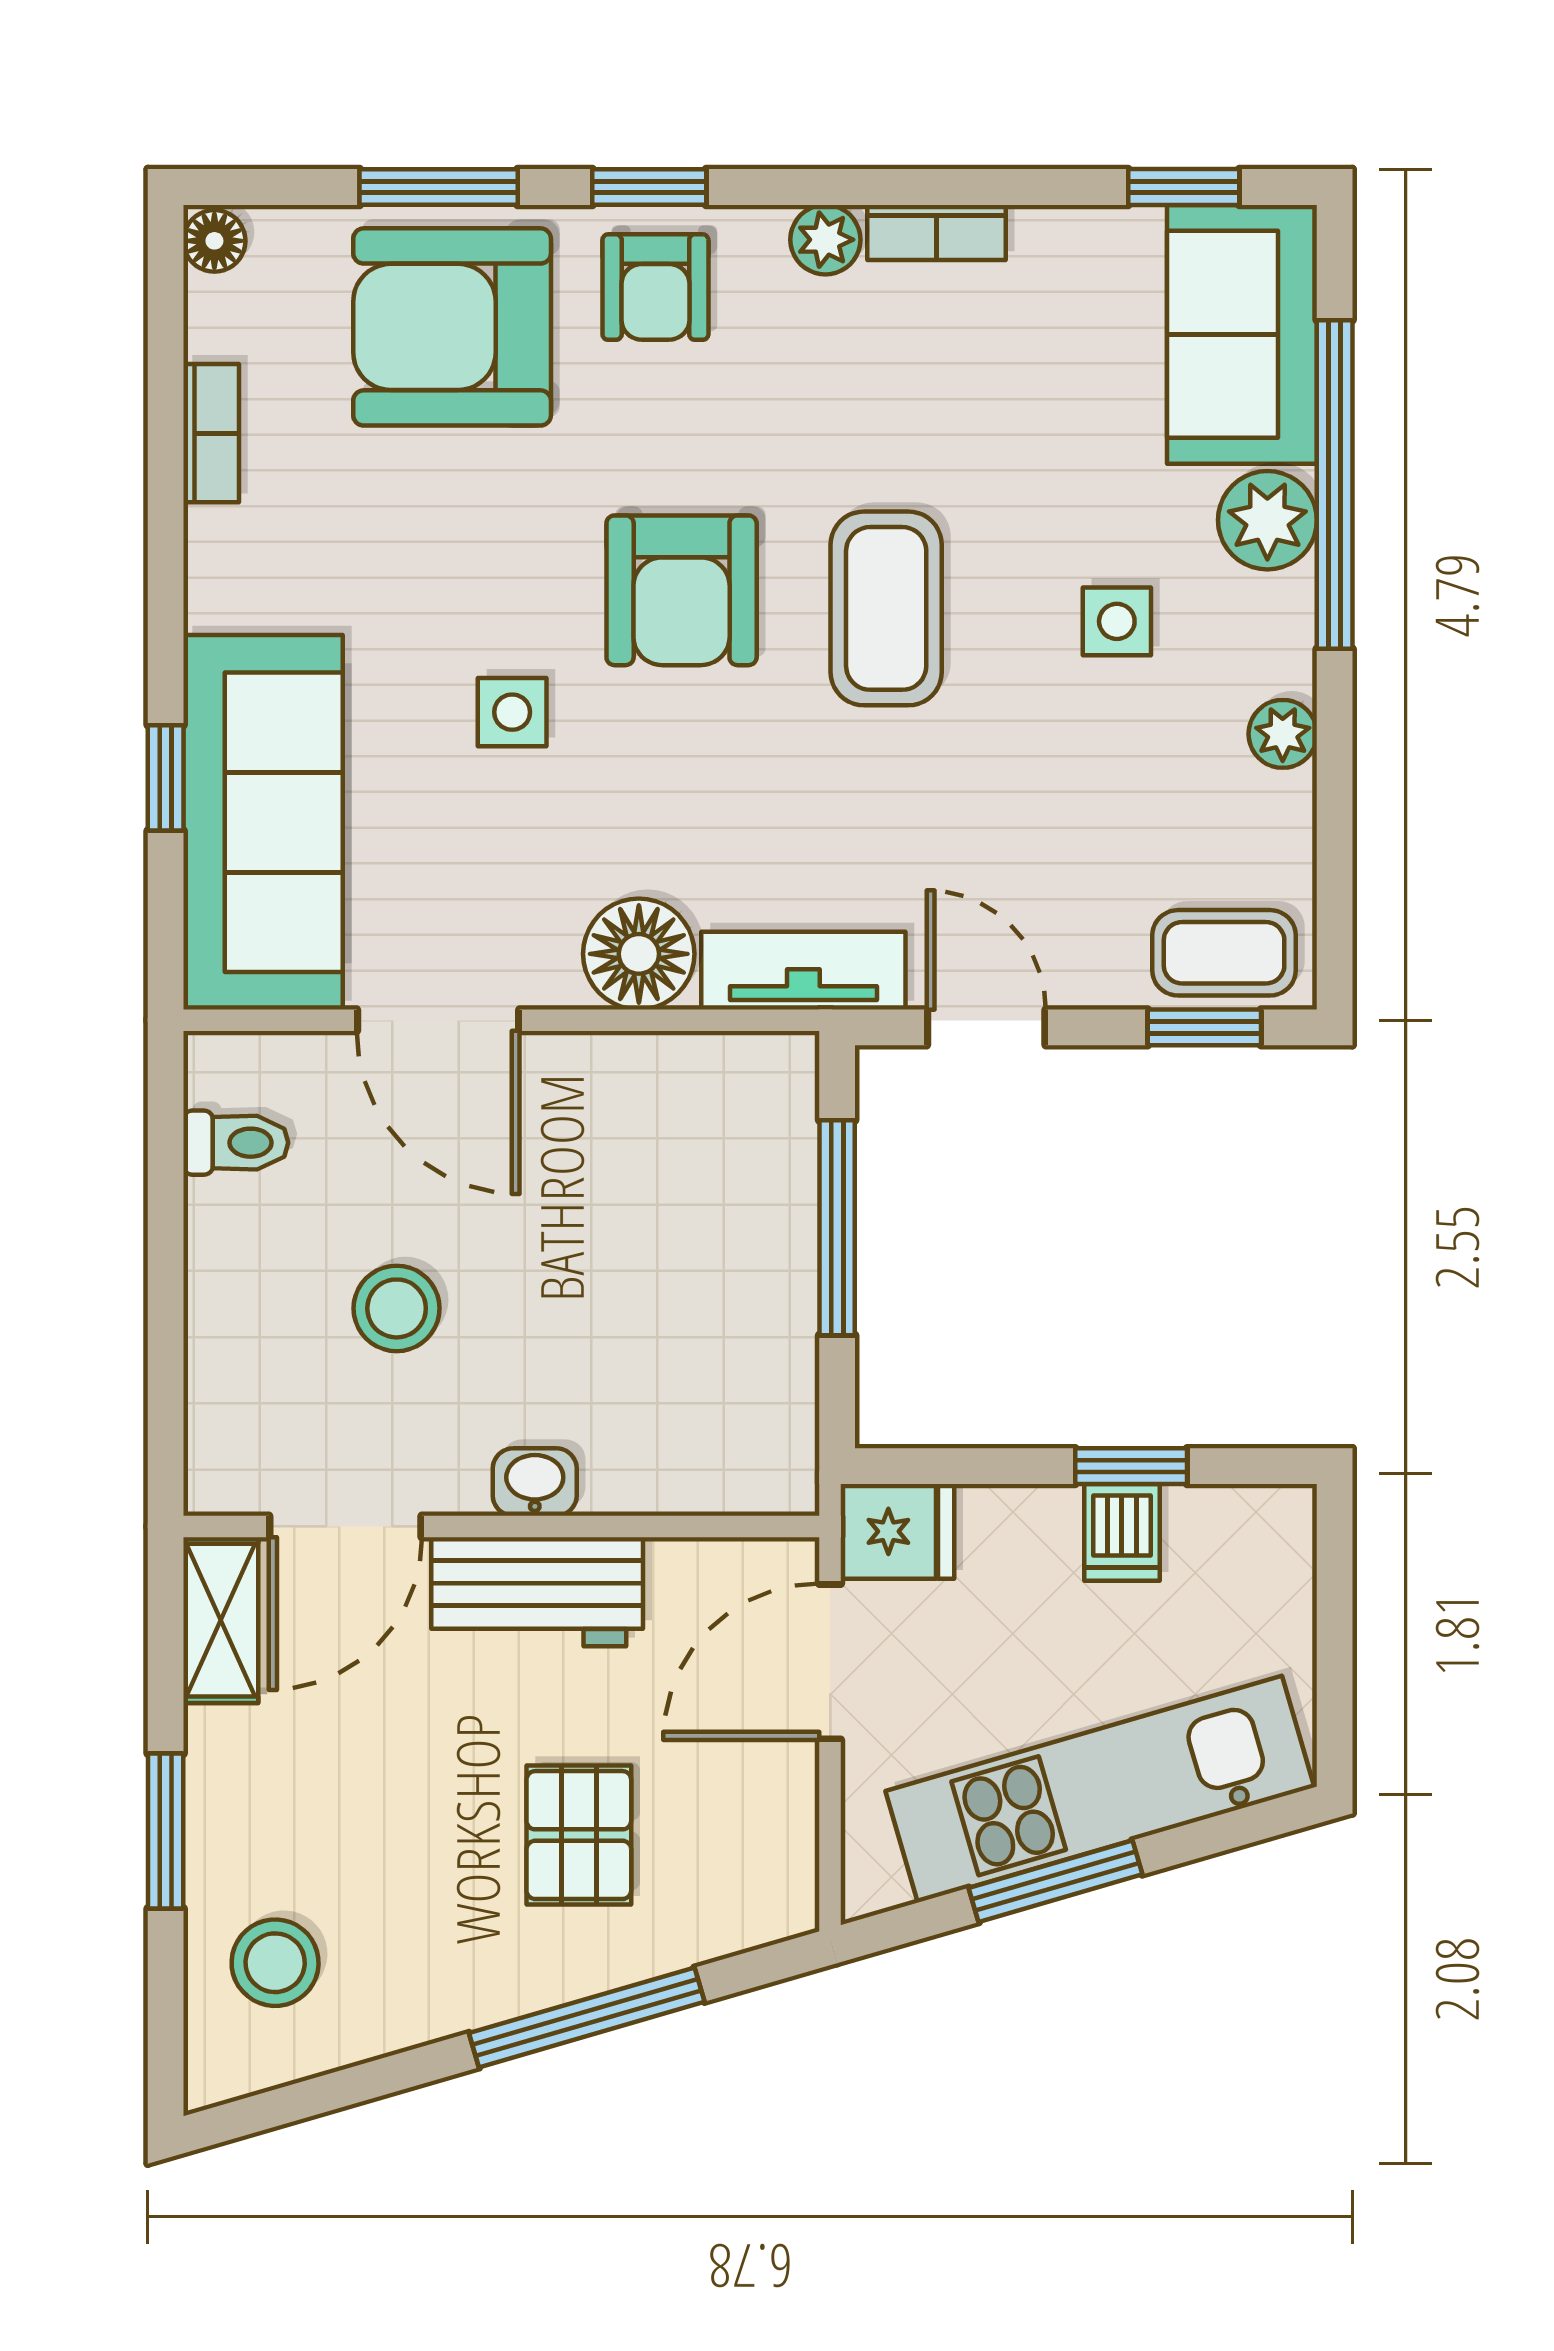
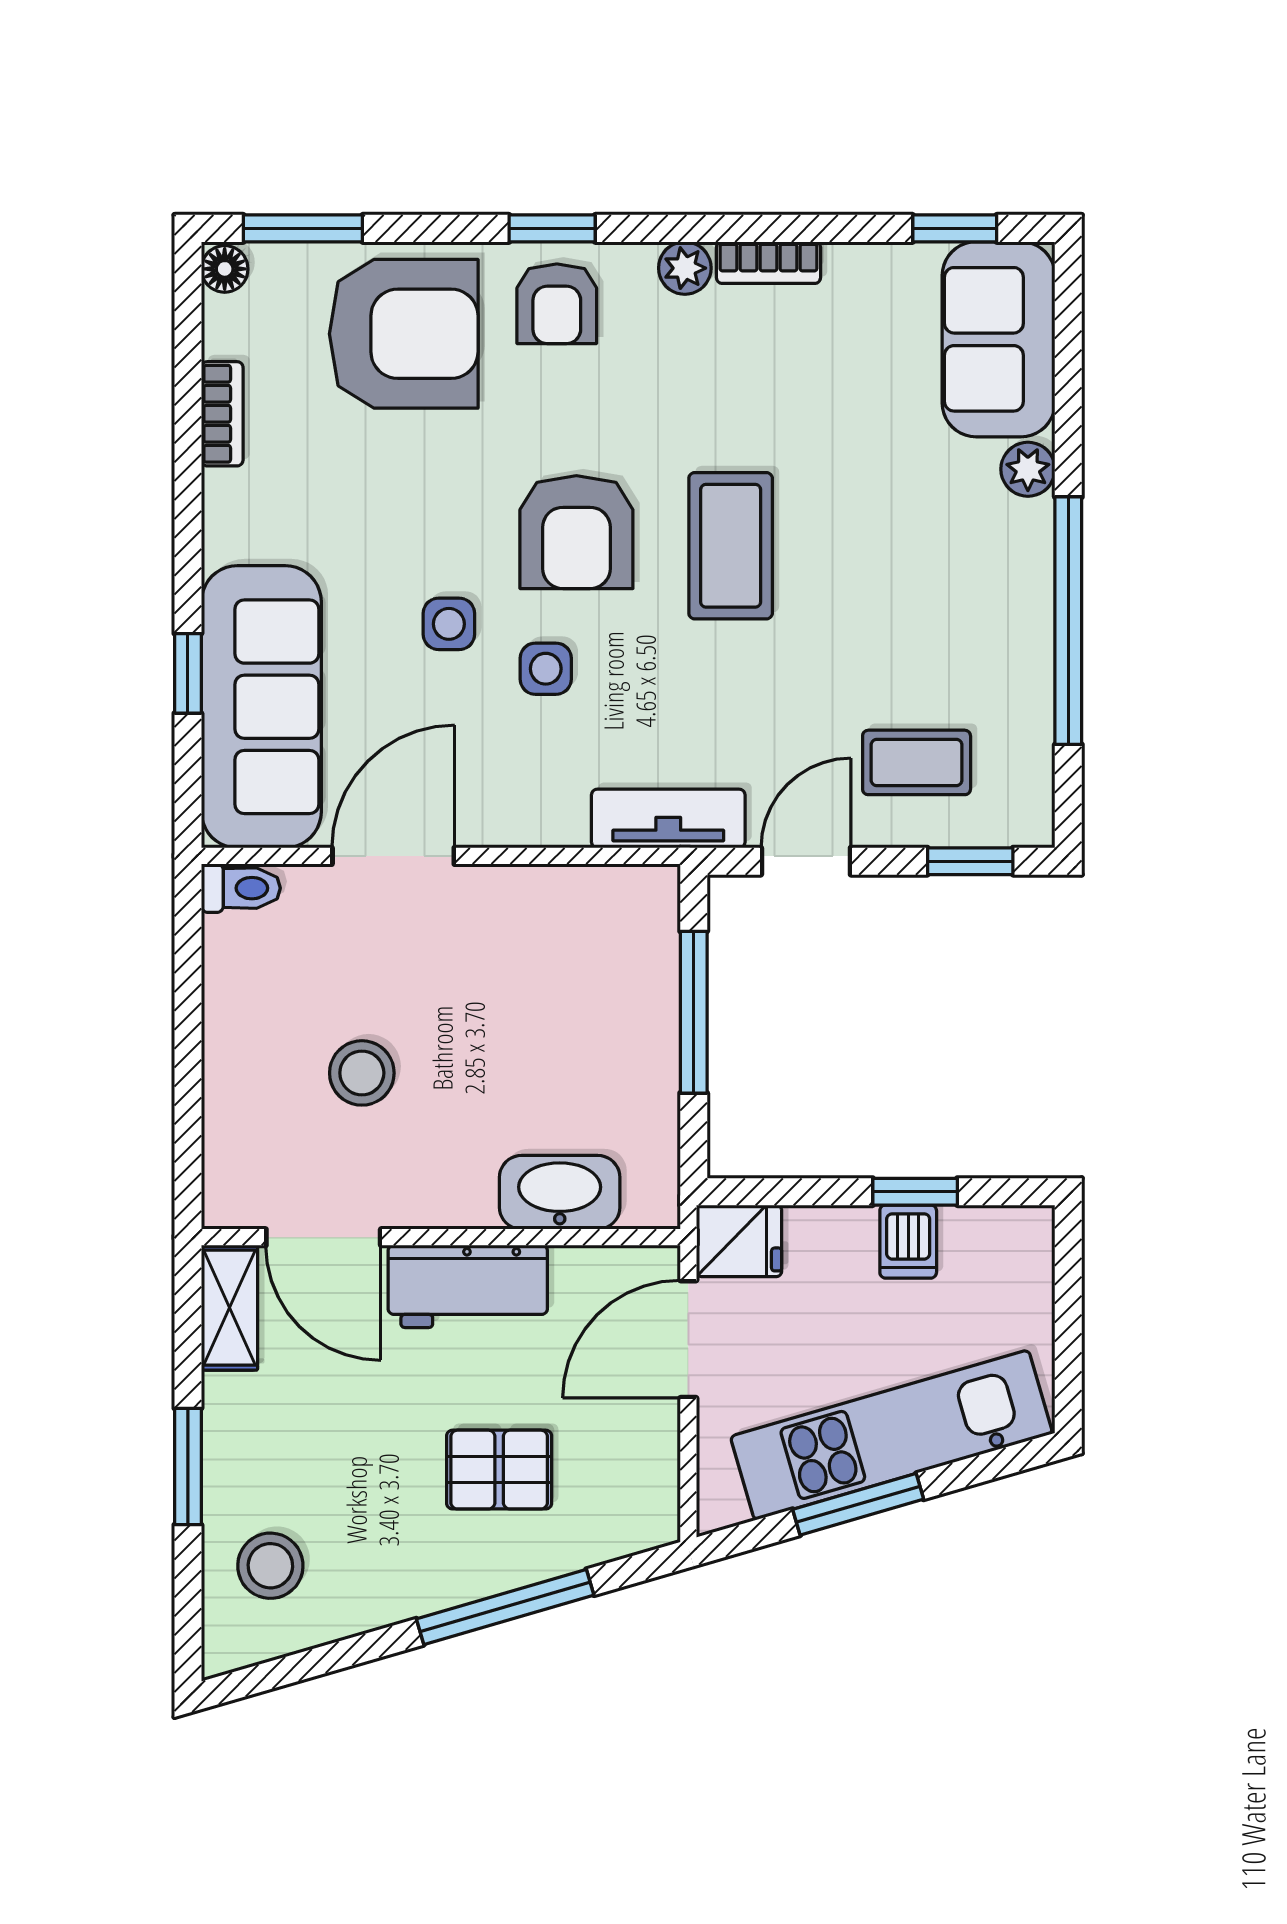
window: (439, 187) -> (303, 228), moved
armchair: (452, 327) -> (404, 334), turned 180
window: (1335, 485) -> (1068, 621), moved
plant: (1267, 520) -> (1028, 469), width x0.73, depth x0.73
side table: (1117, 621) -> (546, 669), moved
plant: (1283, 734) -> (1029, 640), removed
coffee table: (1224, 953) -> (917, 762), moved
floor lamp: (639, 954) -> (544, 806), removed
door: (438, 1020) -> (393, 856), swing flipped
door: (986, 1027) -> (806, 861), hinge flipped
toilet: (236, 1143) -> (241, 888), moved
washbasin: (535, 1482) -> (560, 1192), moved, width x1.91, depth x1.45
door: (345, 1526) -> (323, 1237), hinge flipped
pallet: (579, 1835) -> (499, 1470), turned 90

